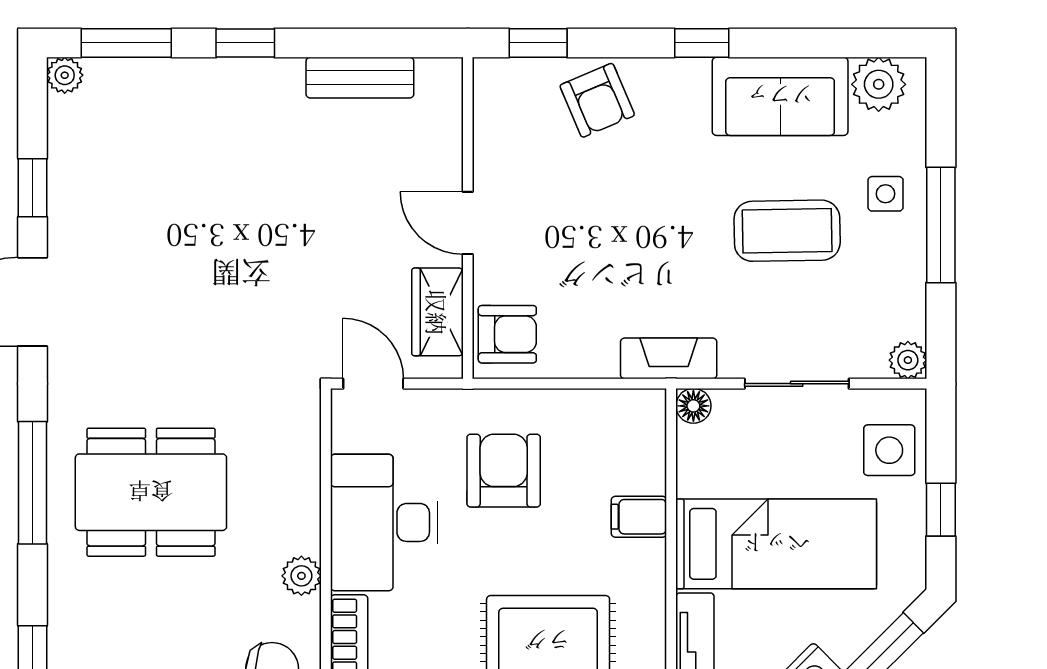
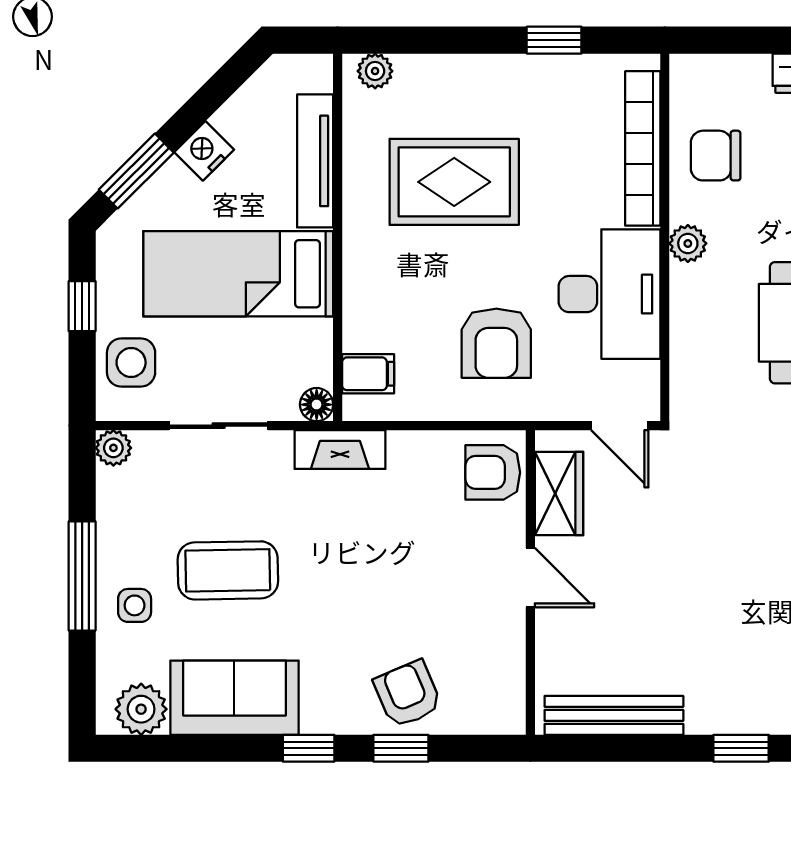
window: (538, 43) -> (401, 748), moved
bench: (360, 78) -> (614, 715), width x1.36
filing cabinet: (639, 517) -> (368, 374), moved

